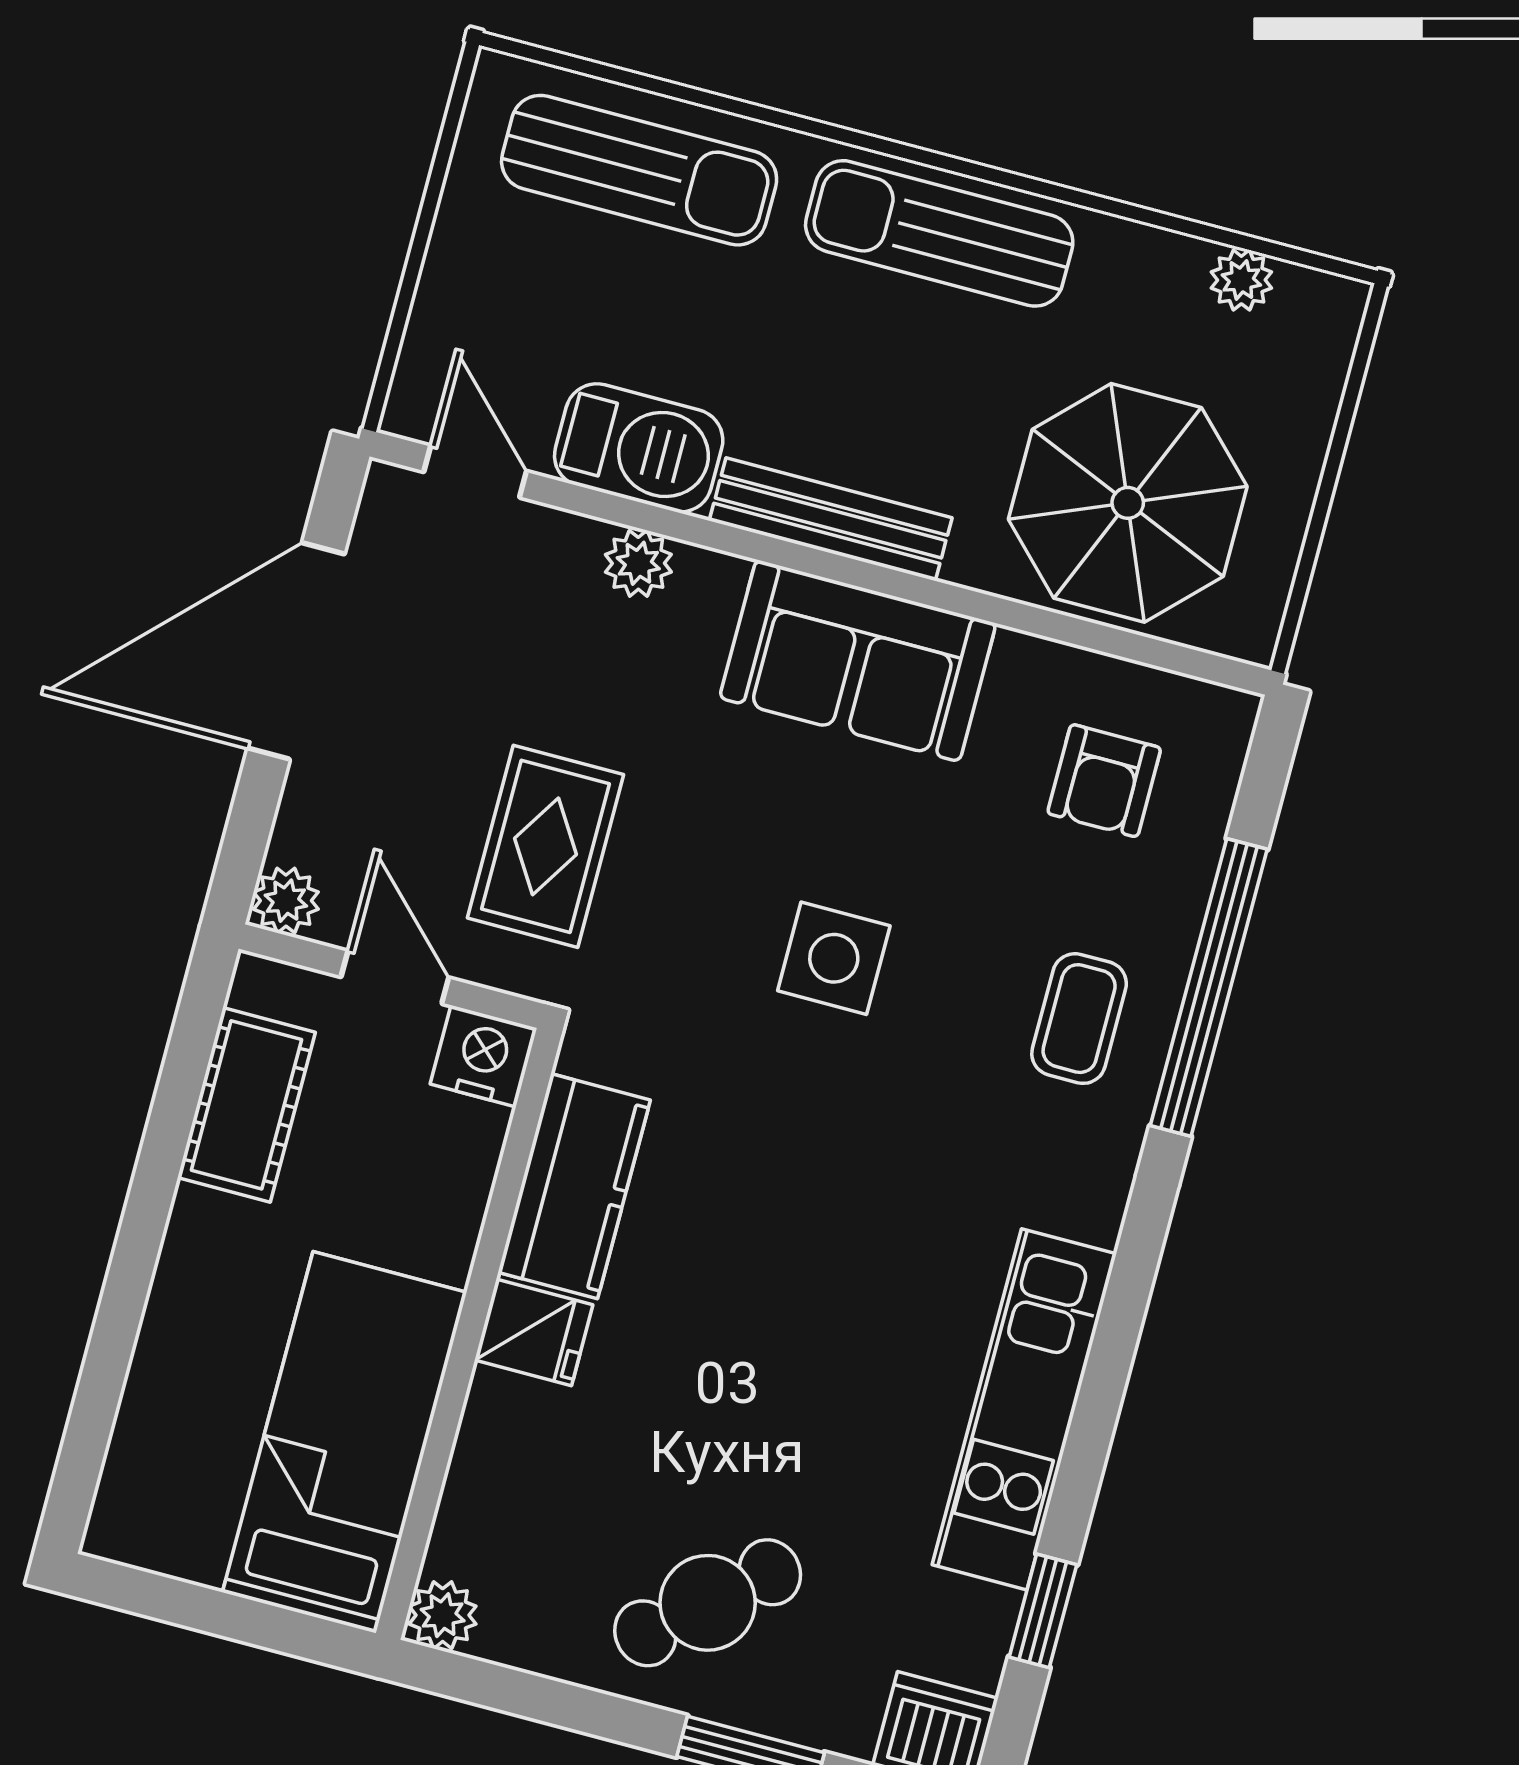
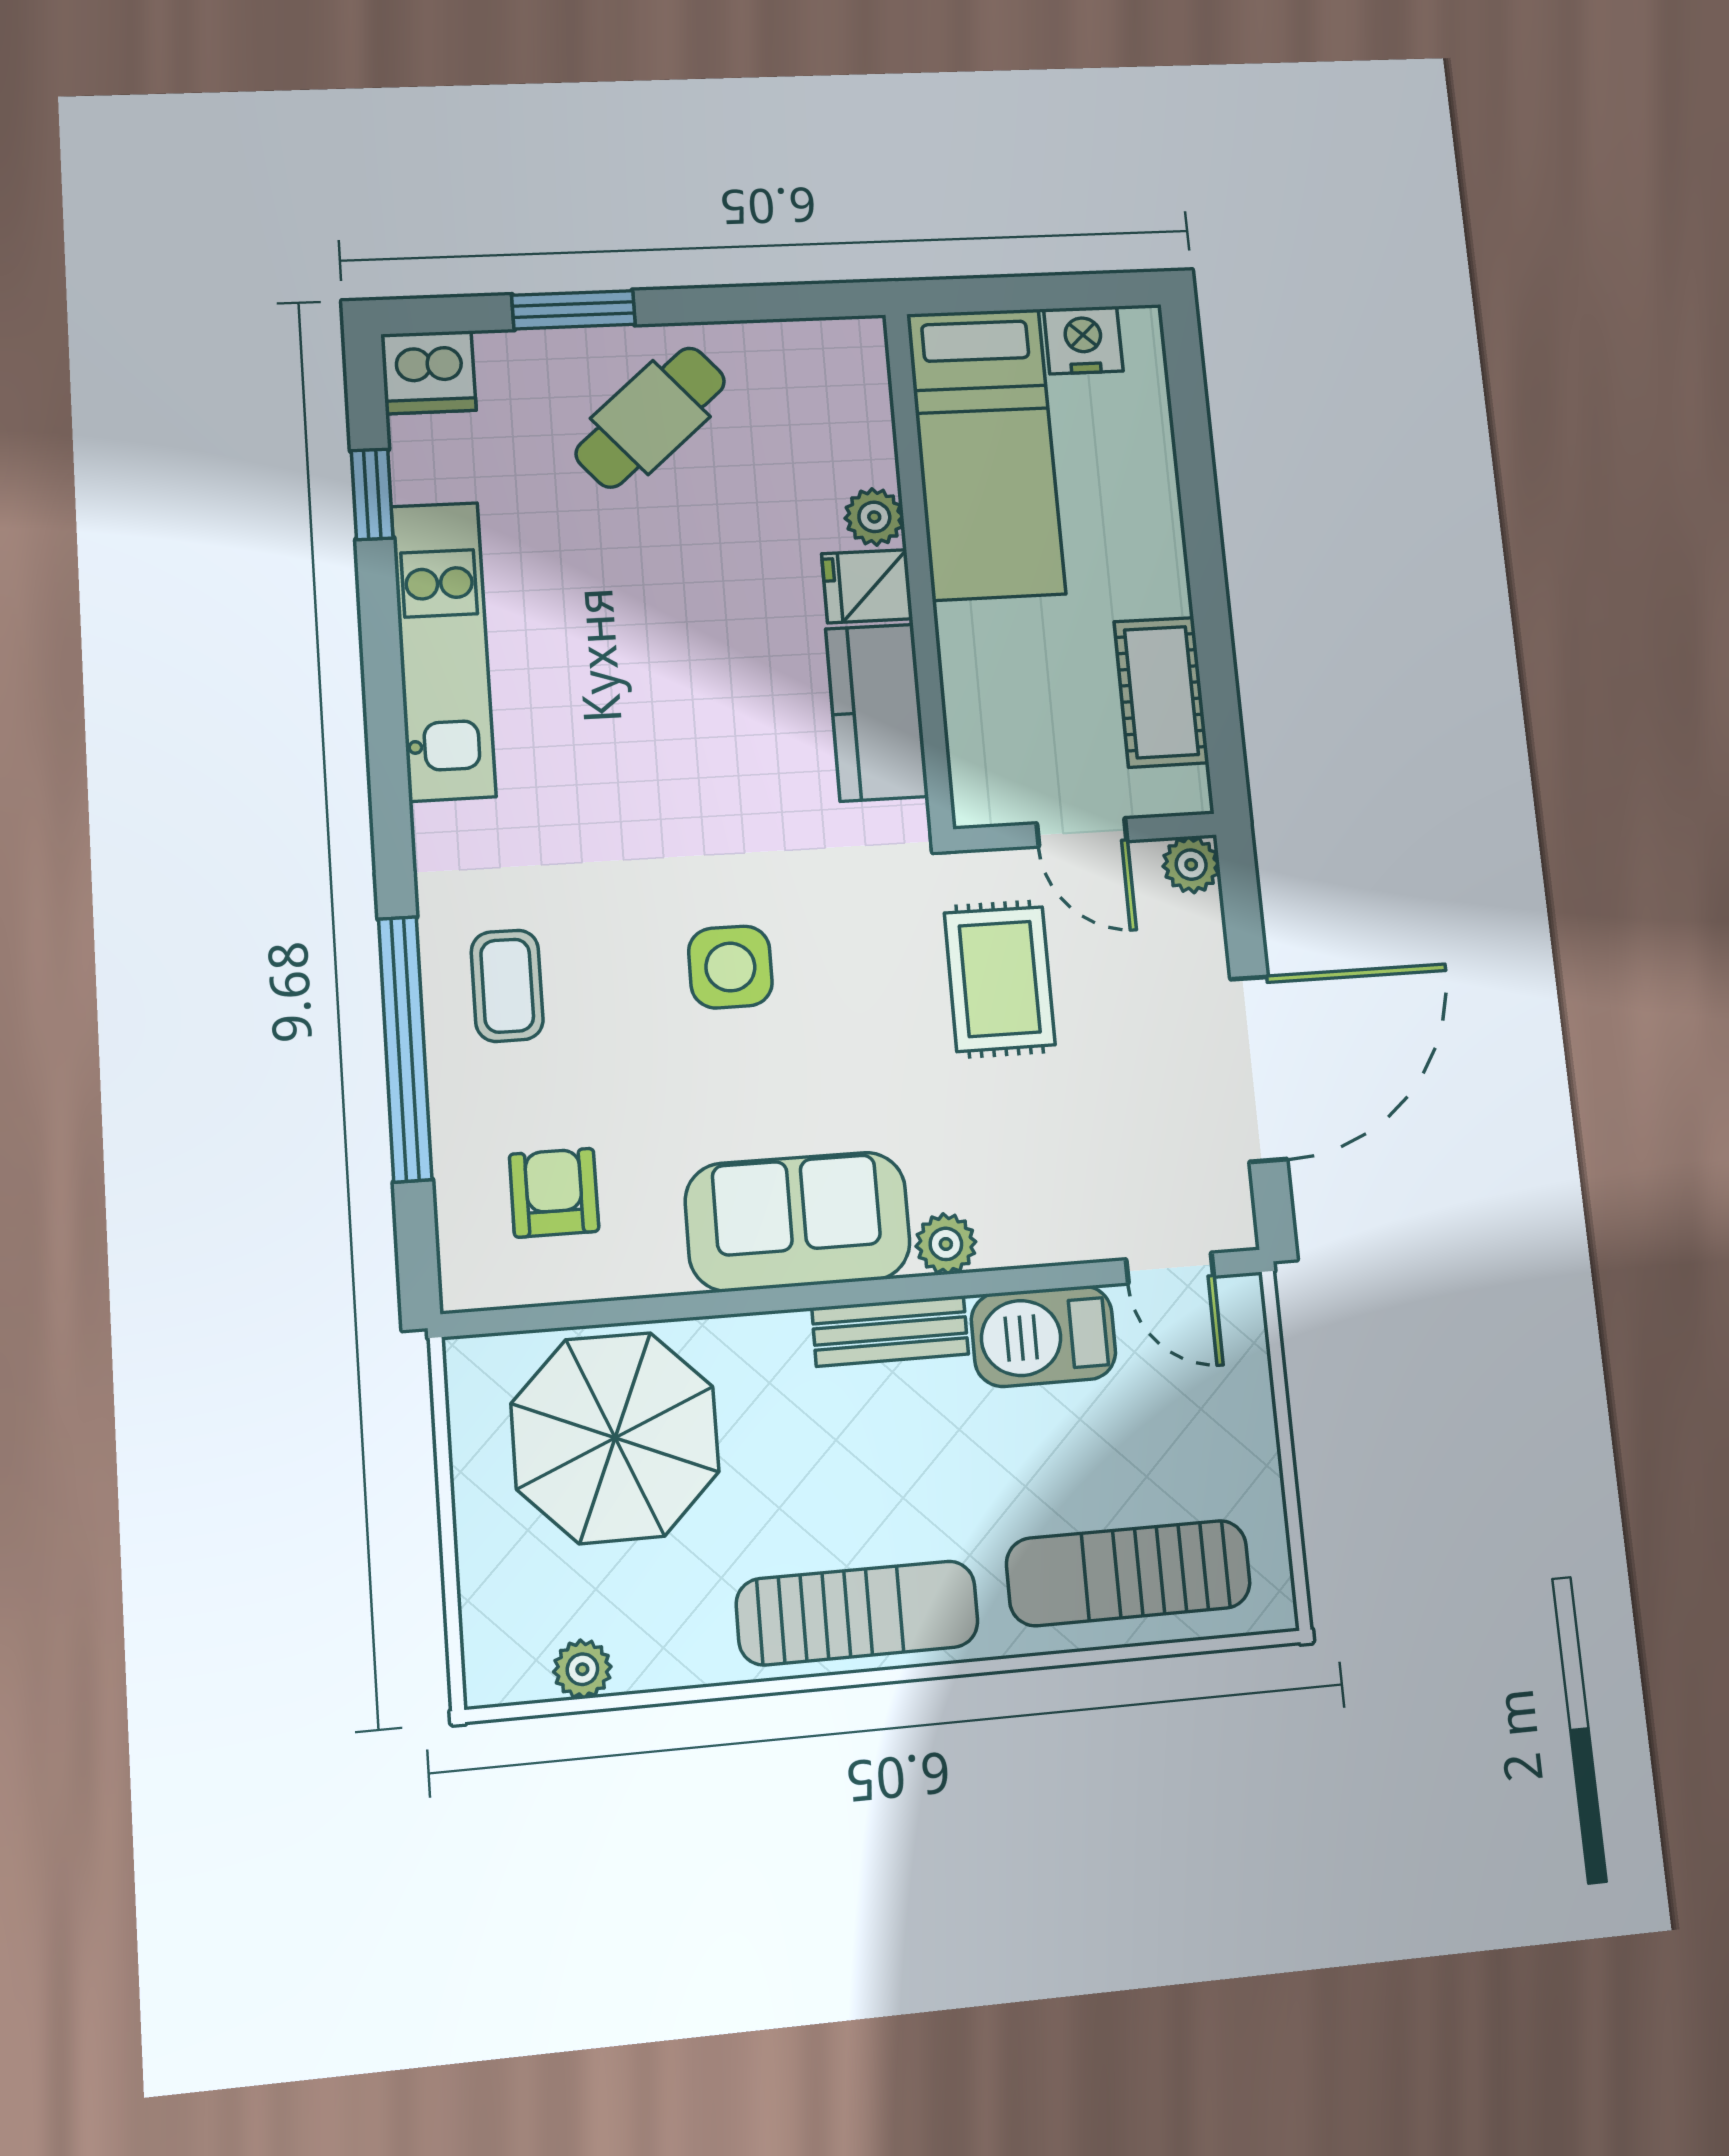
bench: (831, 519) -> (890, 1331), width x0.73
plant: (638, 563) -> (946, 1244), moved
nightstand: (484, 1056) -> (1083, 340), moved, turned 180
plant: (443, 1615) -> (874, 517), moved

